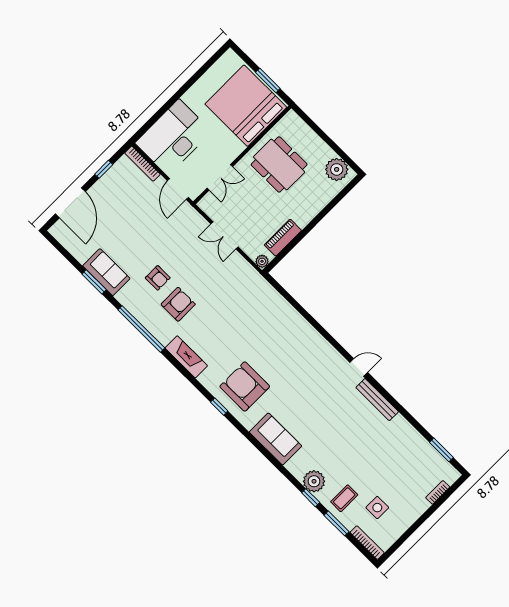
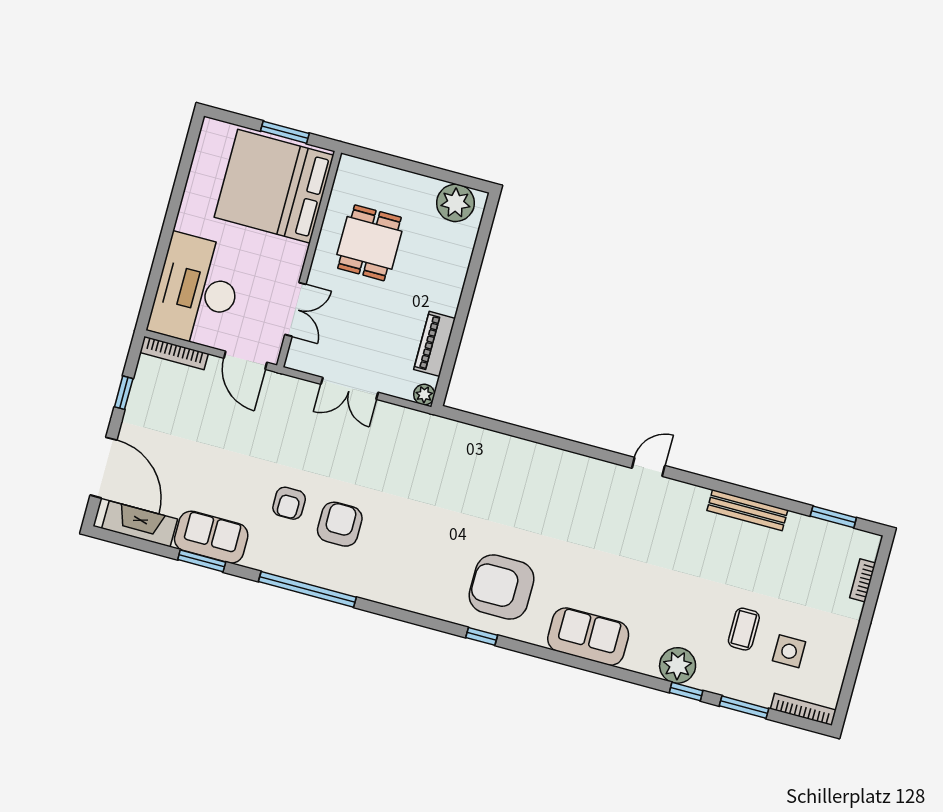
dining table: (279, 164) -> (369, 243), width x0.73
armchair: (158, 278) -> (289, 503), turned 90
fireplace: (186, 357) -> (140, 524), moved
bench: (377, 400) -> (747, 510), moved
coffee table: (344, 498) -> (744, 629), moved

